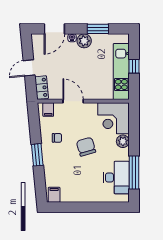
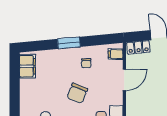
chair: (86, 147) -> (77, 93), turned 128
filing cabinet: (54, 195) -> (27, 66), width x2.00

